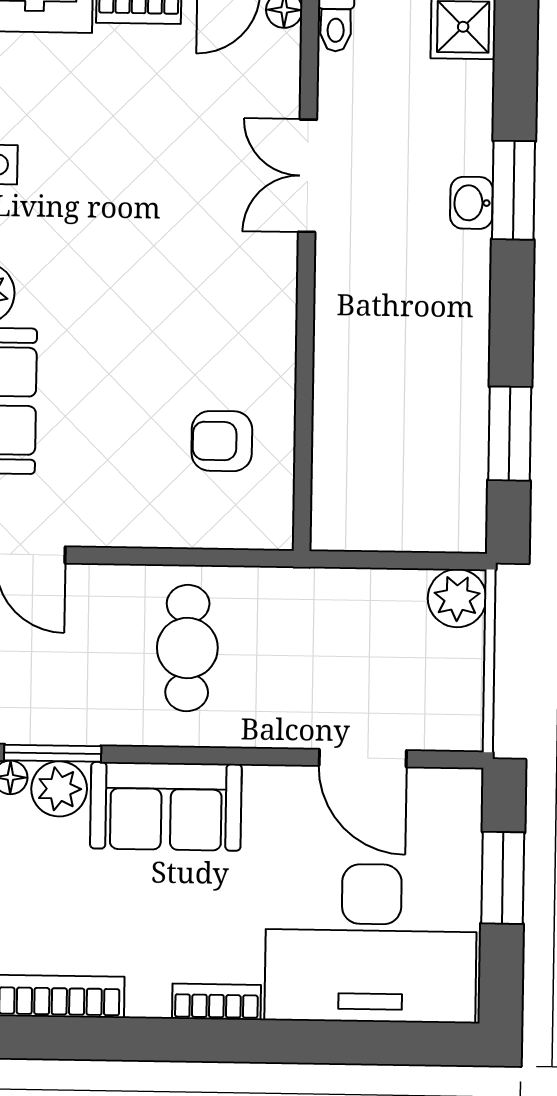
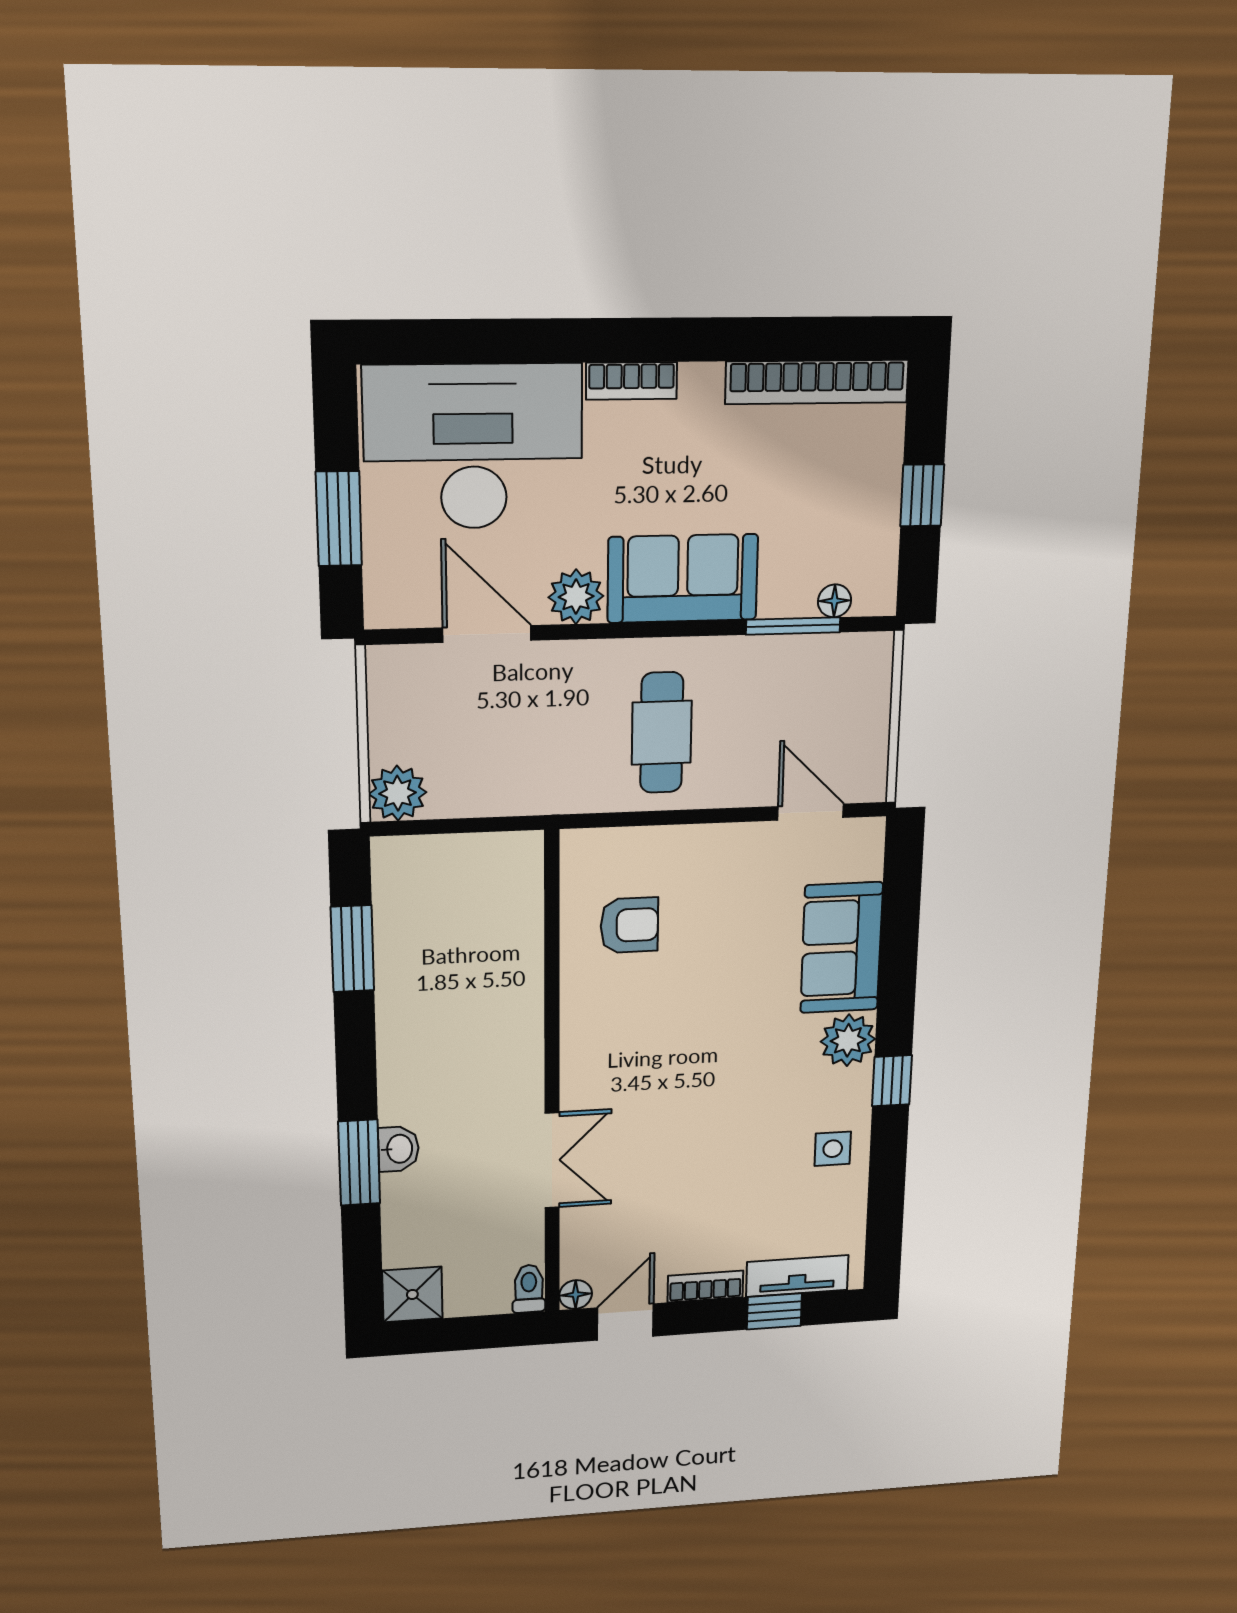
plant: (59, 789) -> (576, 597), moved

